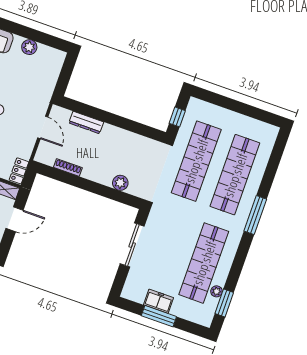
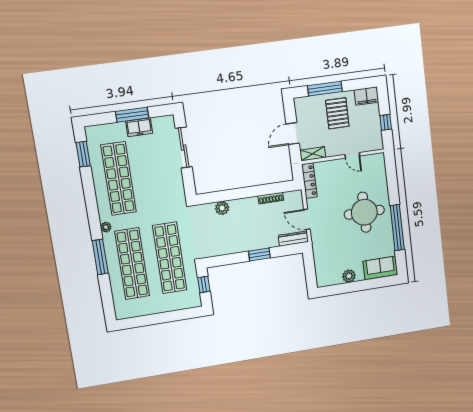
window: (108, 117) -> (259, 254), added
dresser: (86, 122) -> (293, 239), moved
locker: (19, 171) -> (309, 181), width x1.53
window: (255, 215) -> (100, 257), moved
sliding door: (132, 245) -> (184, 148), moved
plant: (217, 291) -> (106, 227), moved

